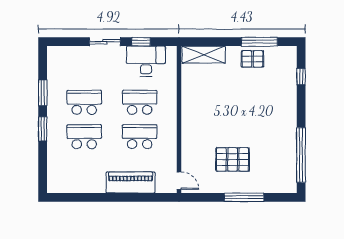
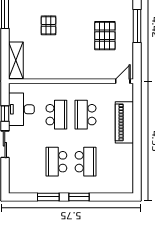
pallet: (252, 59) -> (48, 25), moved
school desk: (140, 102) -> (56, 115), turned 180
school desk: (84, 137) -> (86, 162), turned 180

